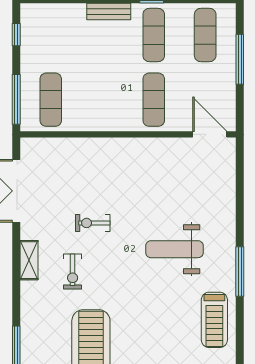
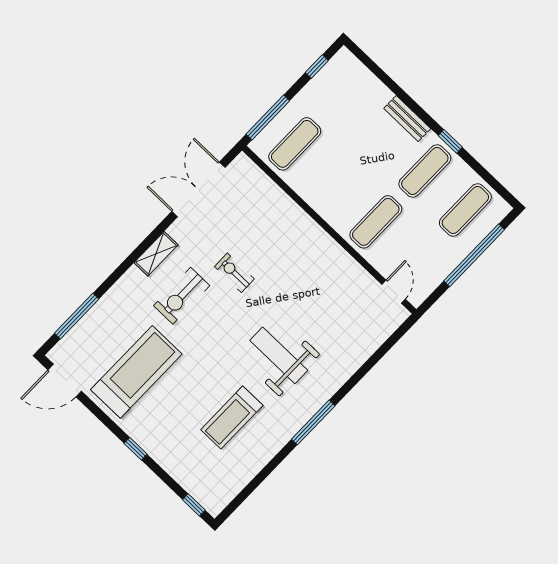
window: (240, 59) -> (474, 255), width x1.46
door: (210, 134) -> (394, 292), width x0.73
exercise bike: (73, 271) -> (182, 296), width x1.38, depth x1.39
treadmill: (214, 320) -> (232, 417), moved

